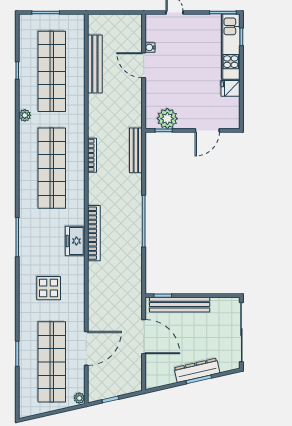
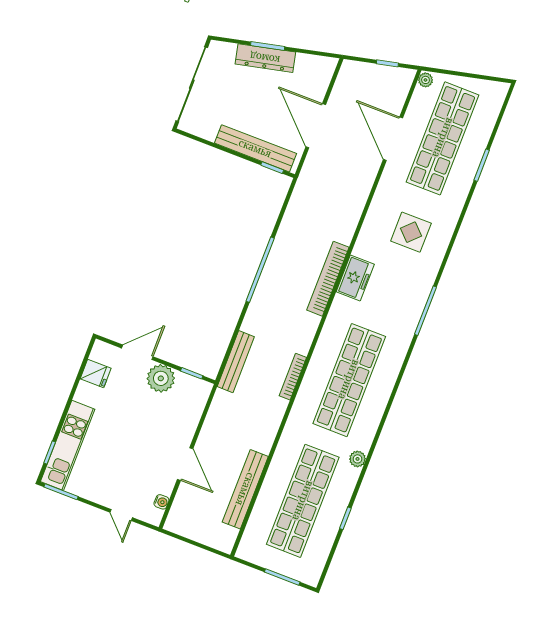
water cooler: (150, 47) -> (161, 502), moved
fridge: (231, 88) -> (96, 374), moved
plant: (167, 119) -> (161, 378), moved
door: (86, 348) -> (393, 139), hinge flipped

